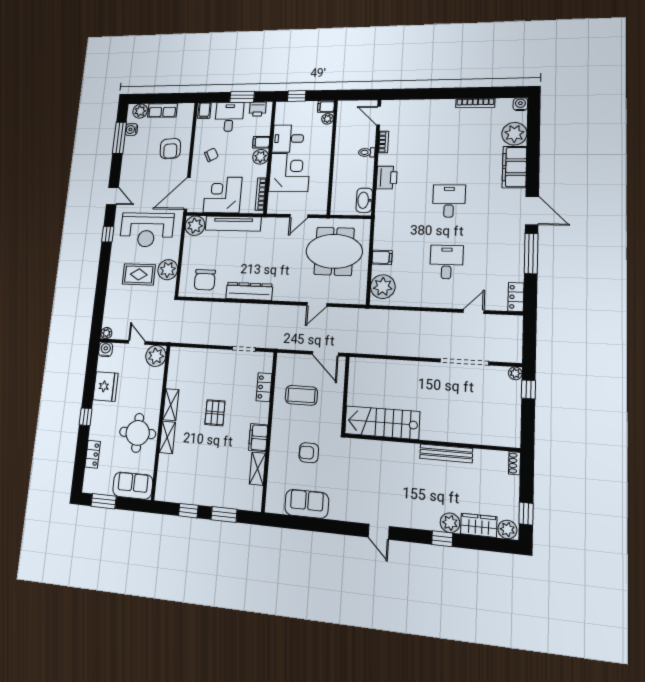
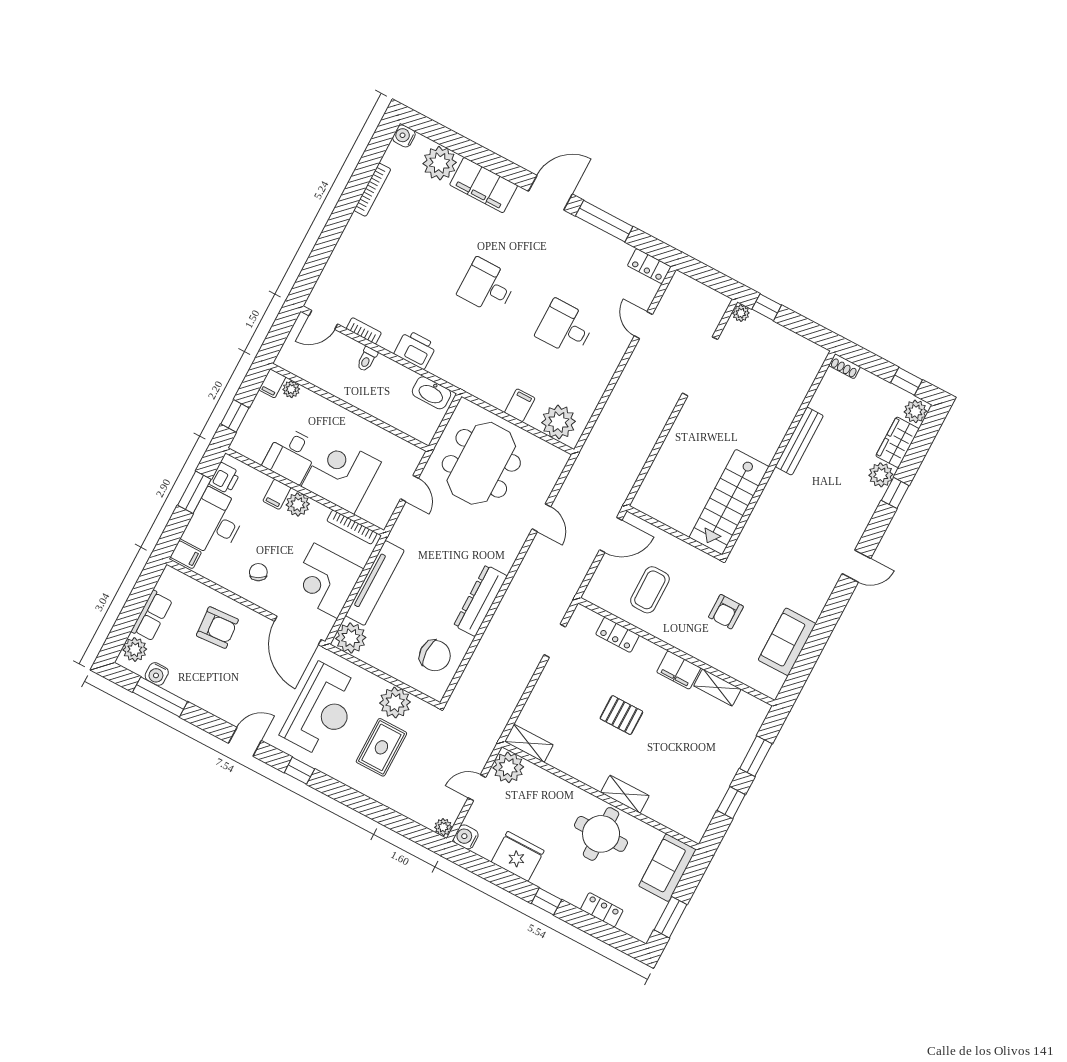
desk: (229, 117) -> (215, 523), width x1.37
shelving: (171, 405) -> (529, 743), moved

